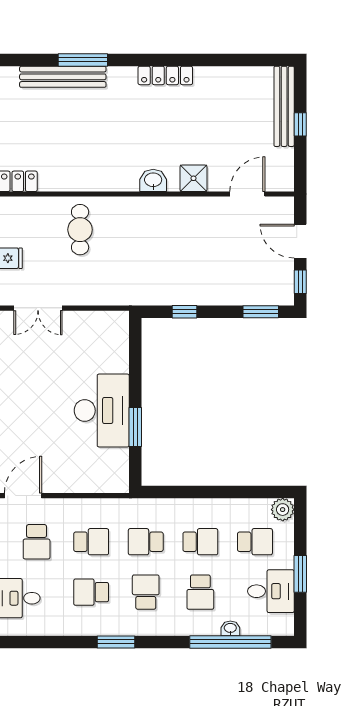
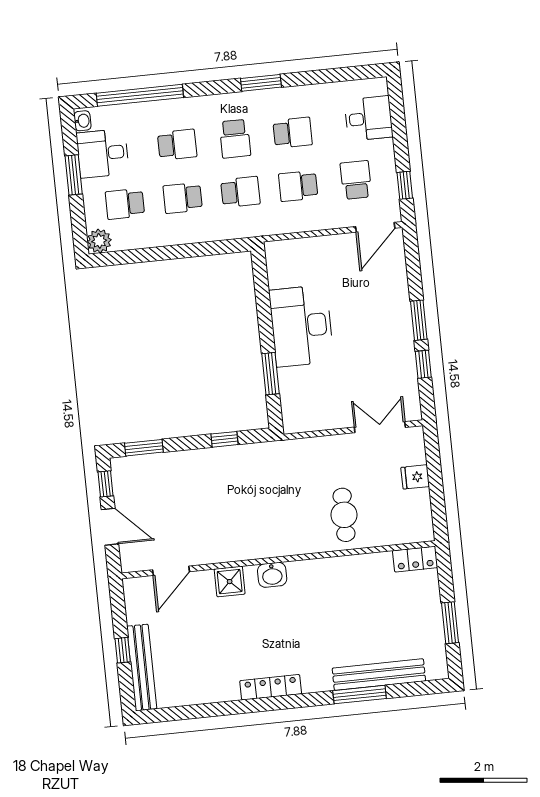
window: (135, 427) -> (271, 374), moved
school desk: (200, 592) -> (177, 145), turned 90
washbasin: (230, 628) -> (82, 121), moved, turned -90

